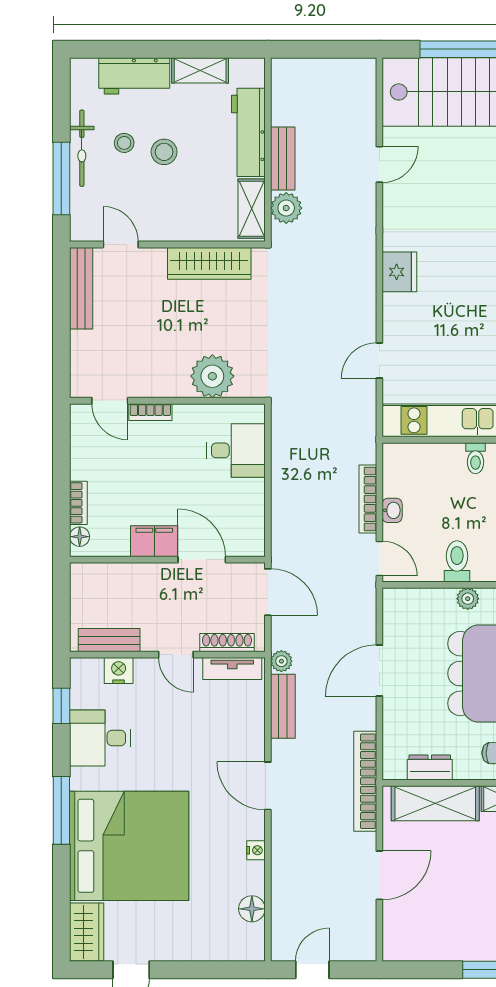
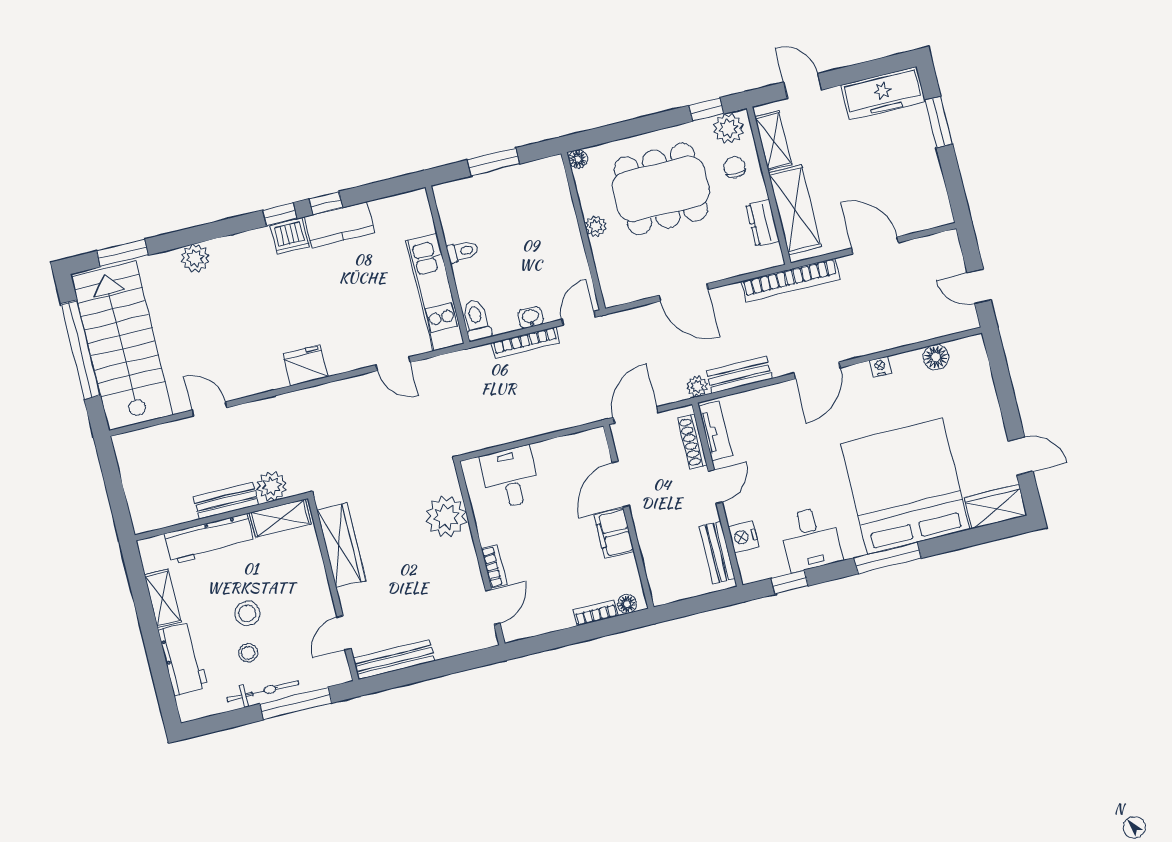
toilet: (457, 561) -> (476, 320), moved, turned 90

